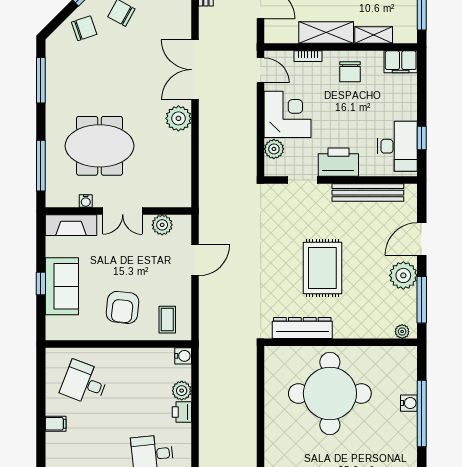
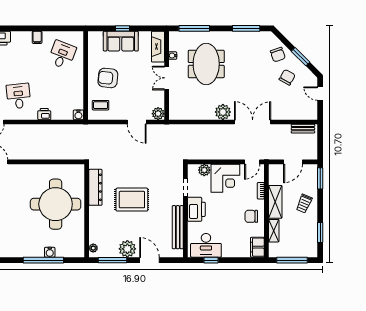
plant: (162, 225) -> (158, 114), moved
plant: (182, 391) -> (57, 114), removed

